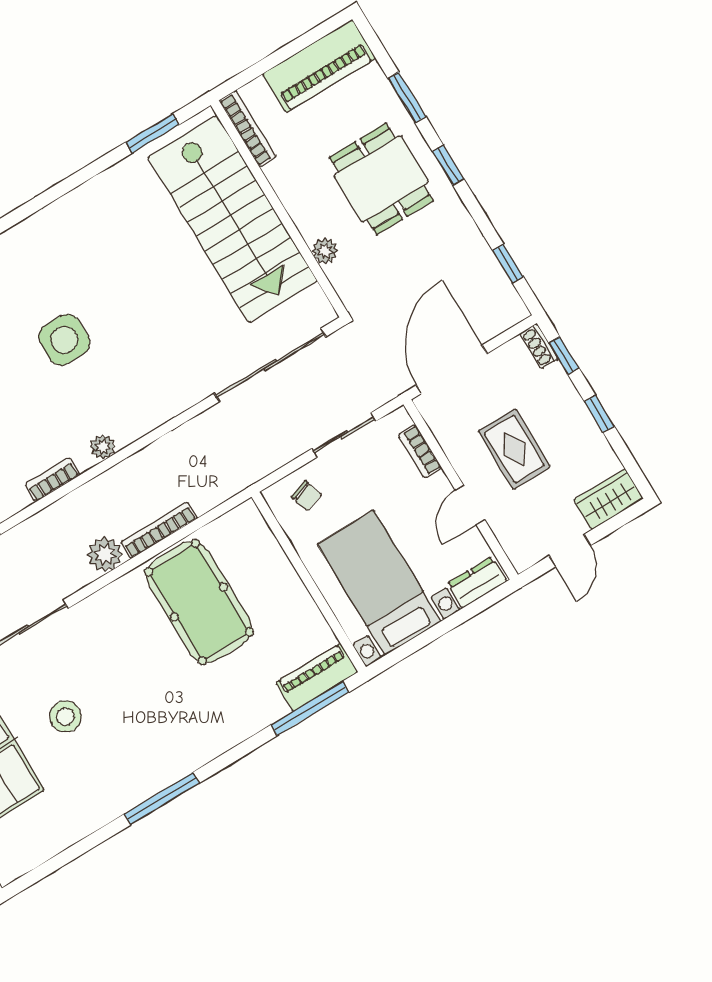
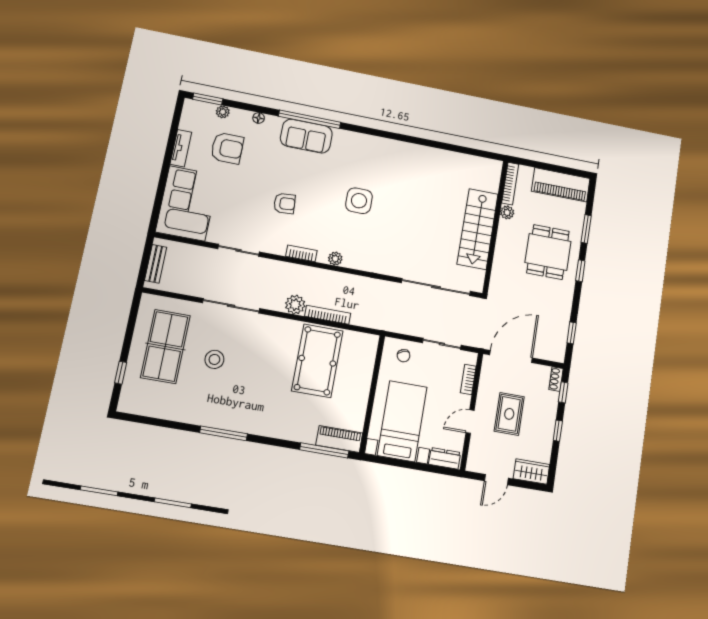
window: (152, 133) -> (470, 151), removed
stairs: (233, 219) -> (478, 229), width x0.73, depth x0.66
plant: (325, 251) -> (507, 212), moved

